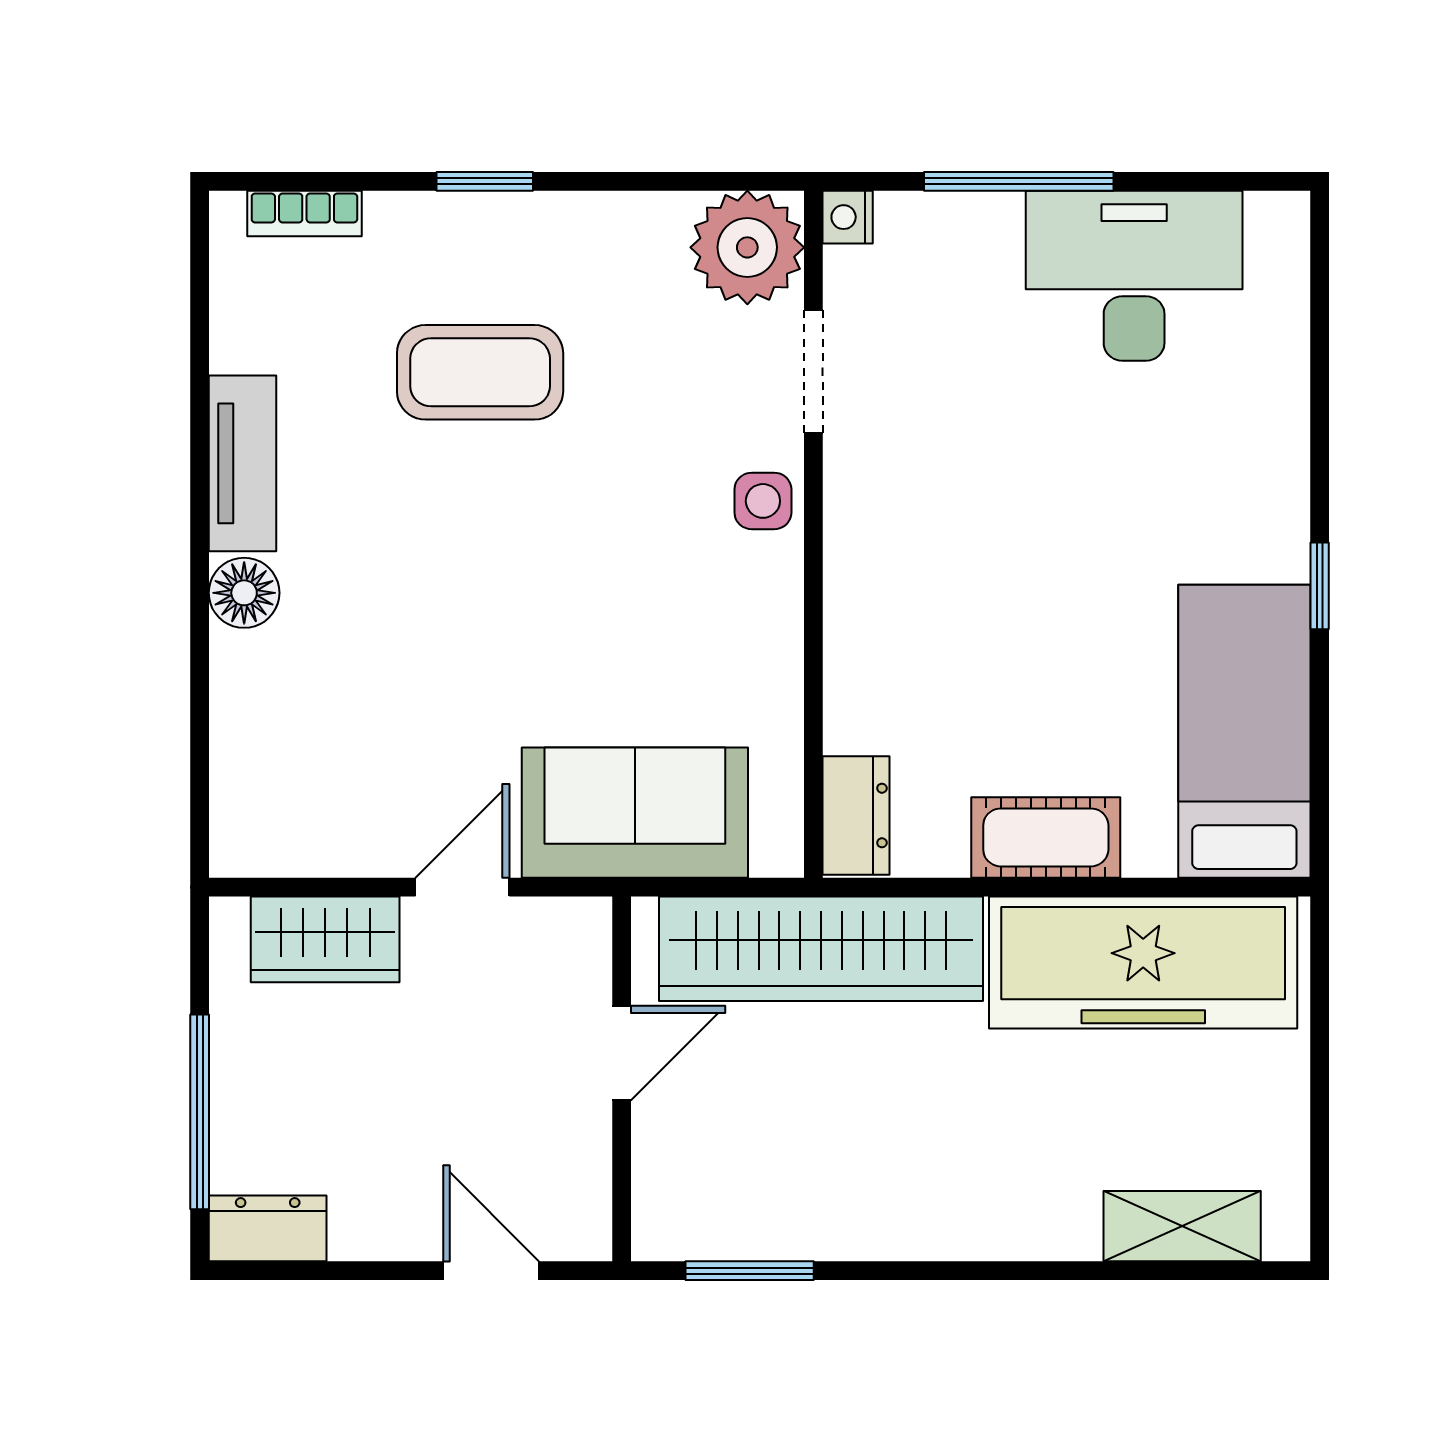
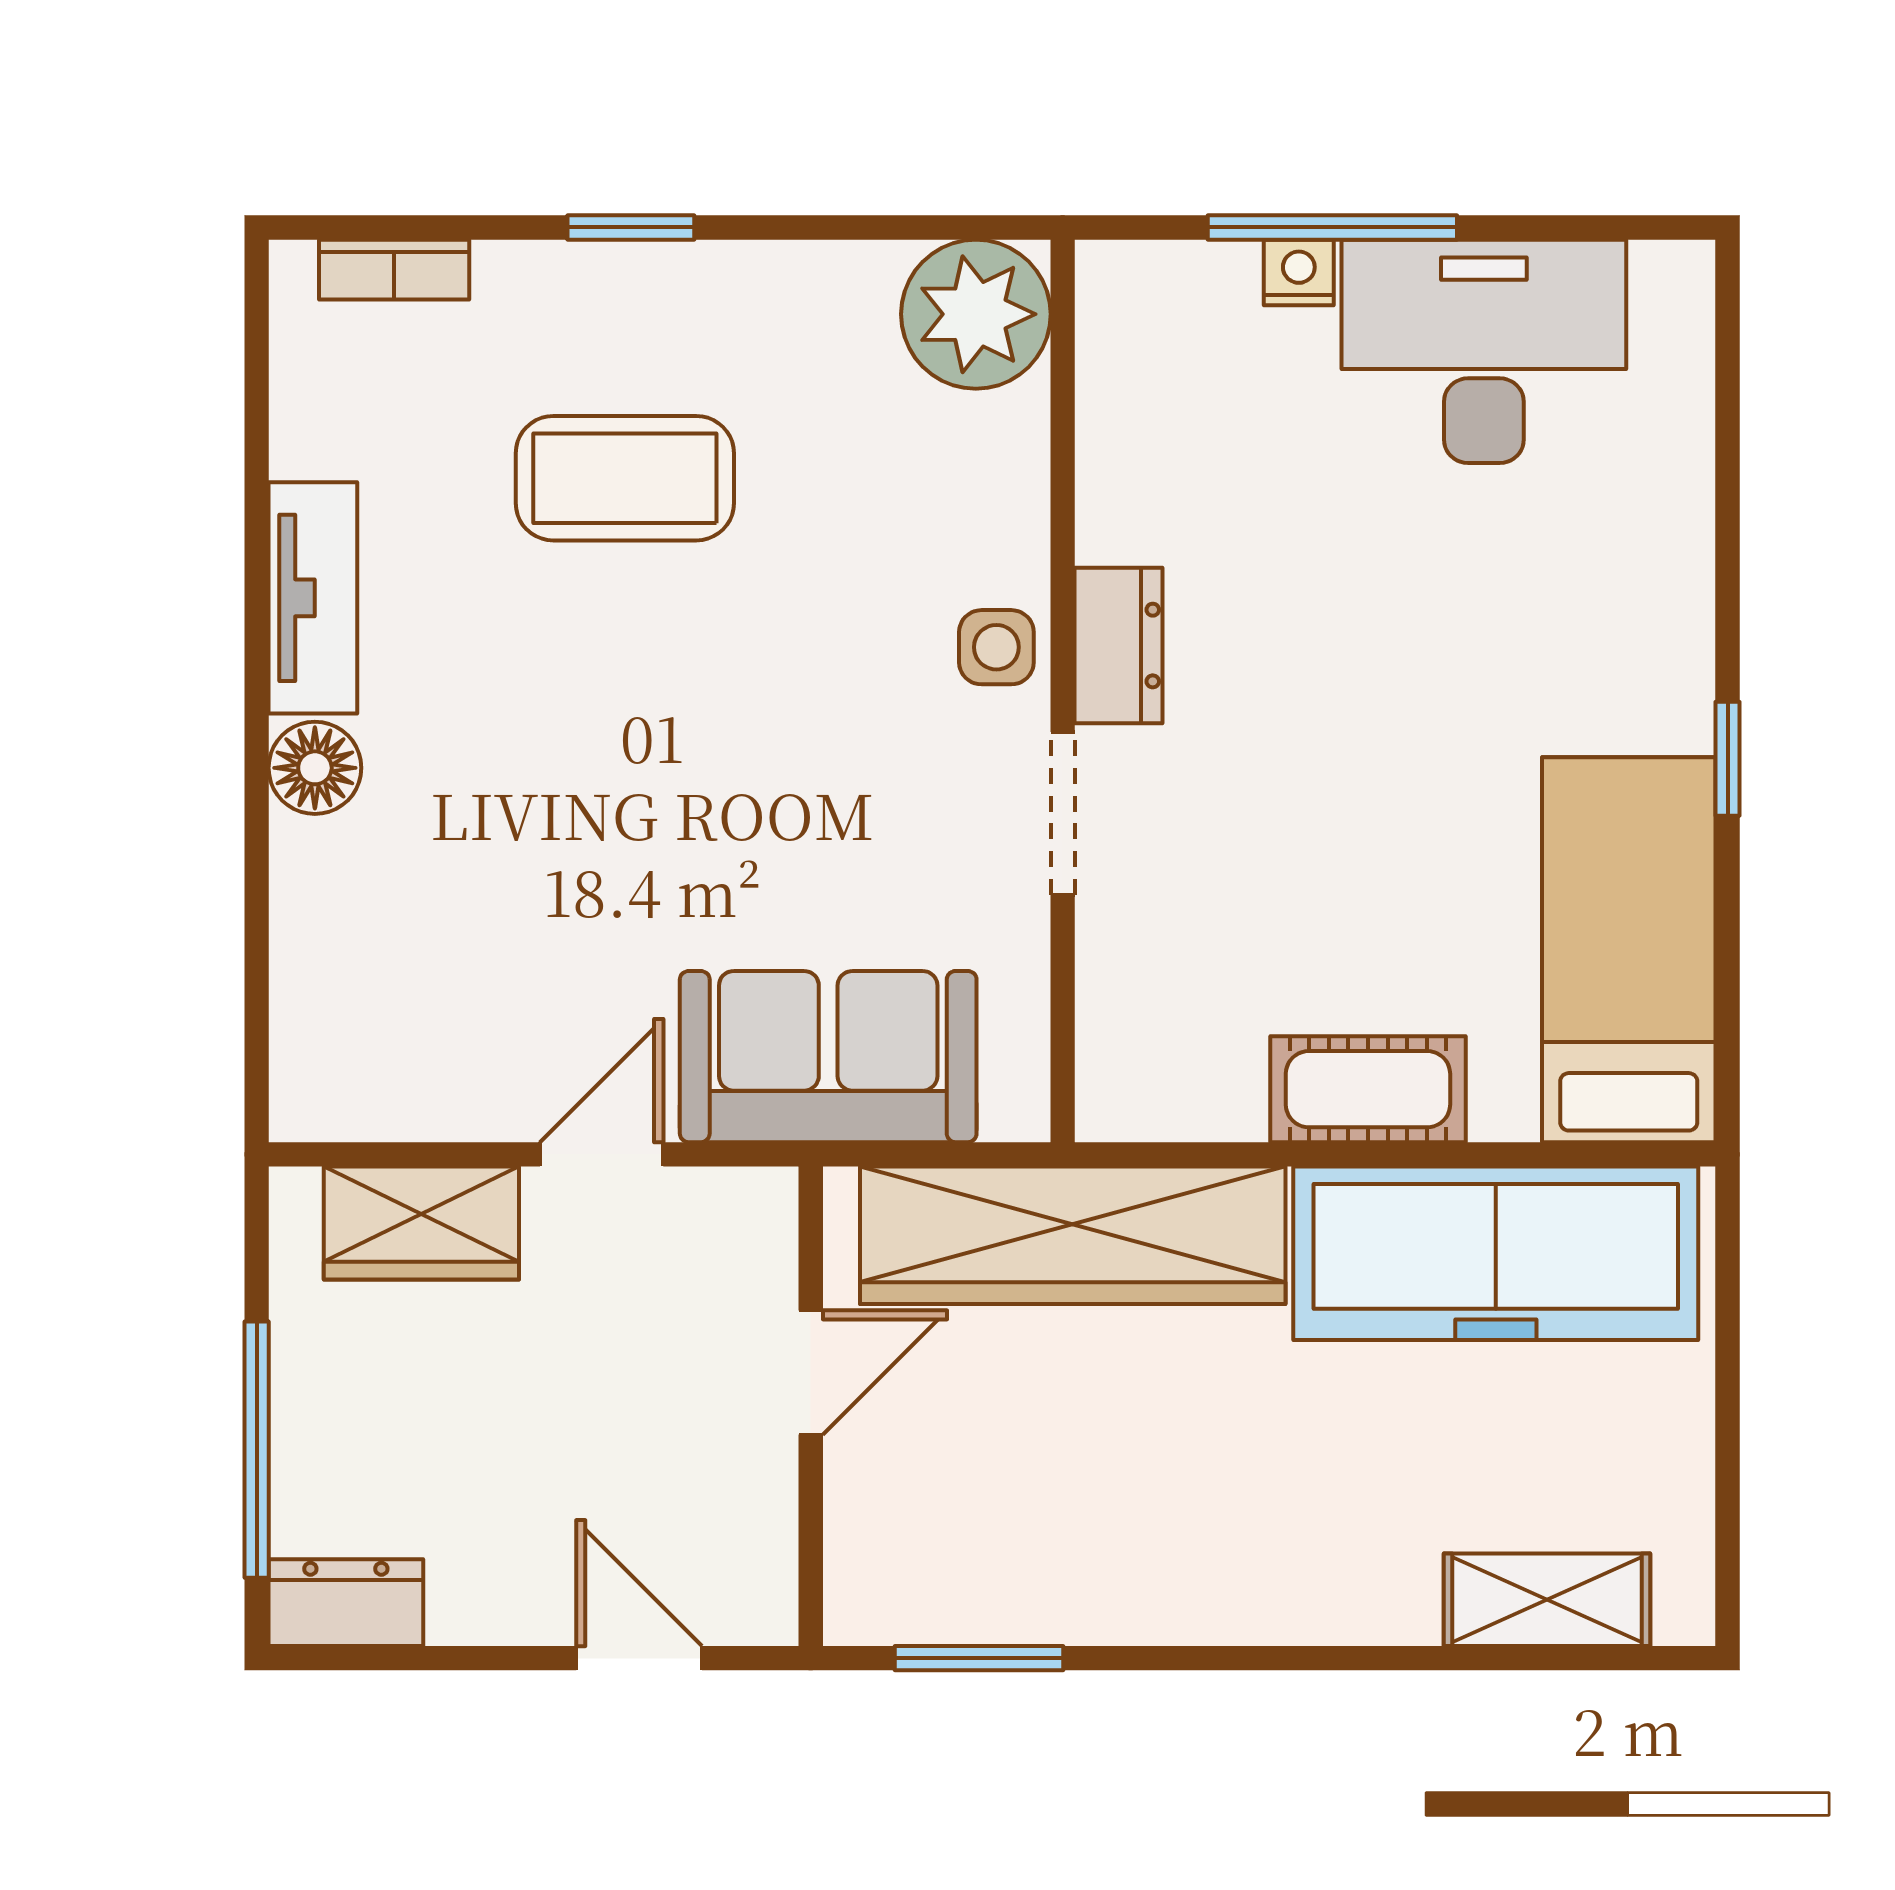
nightstand: (848, 217) -> (1299, 272), moved, turned 90
doorway: (813, 371) -> (1063, 813), moved
dresser: (856, 815) -> (1119, 646), moved

